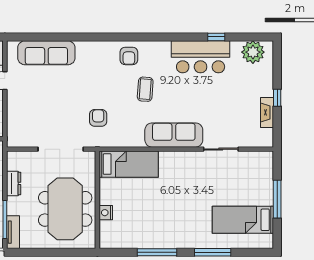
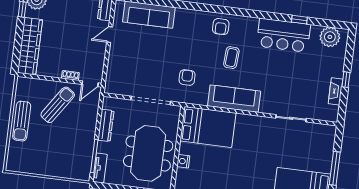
sofa: (174, 135) -> (234, 99), moved
bed: (129, 164) -> (208, 127), width x1.50
dresser: (14, 183) -> (106, 125), width x1.44

